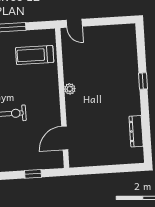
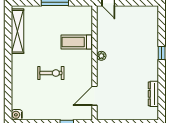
treadmill: (35, 55) -> (76, 42), moved

